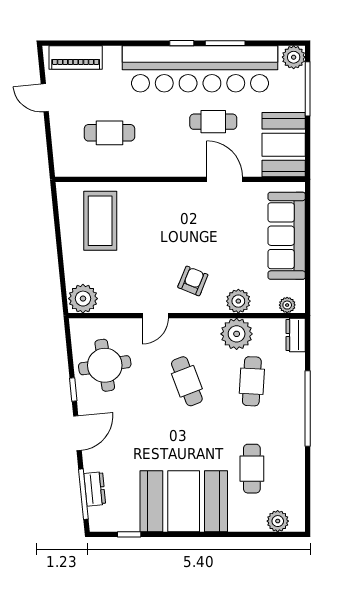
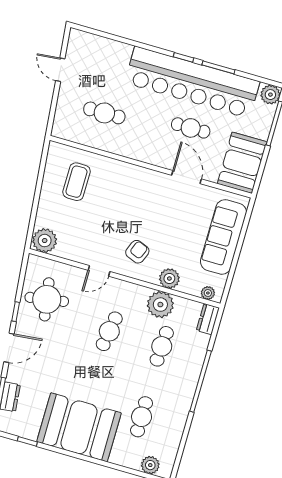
piano: (76, 57) -> (94, 44), removed
coffee table: (100, 221) -> (77, 182), width x0.73, depth x0.76
cafe table: (187, 381) -> (109, 331), turned 30

